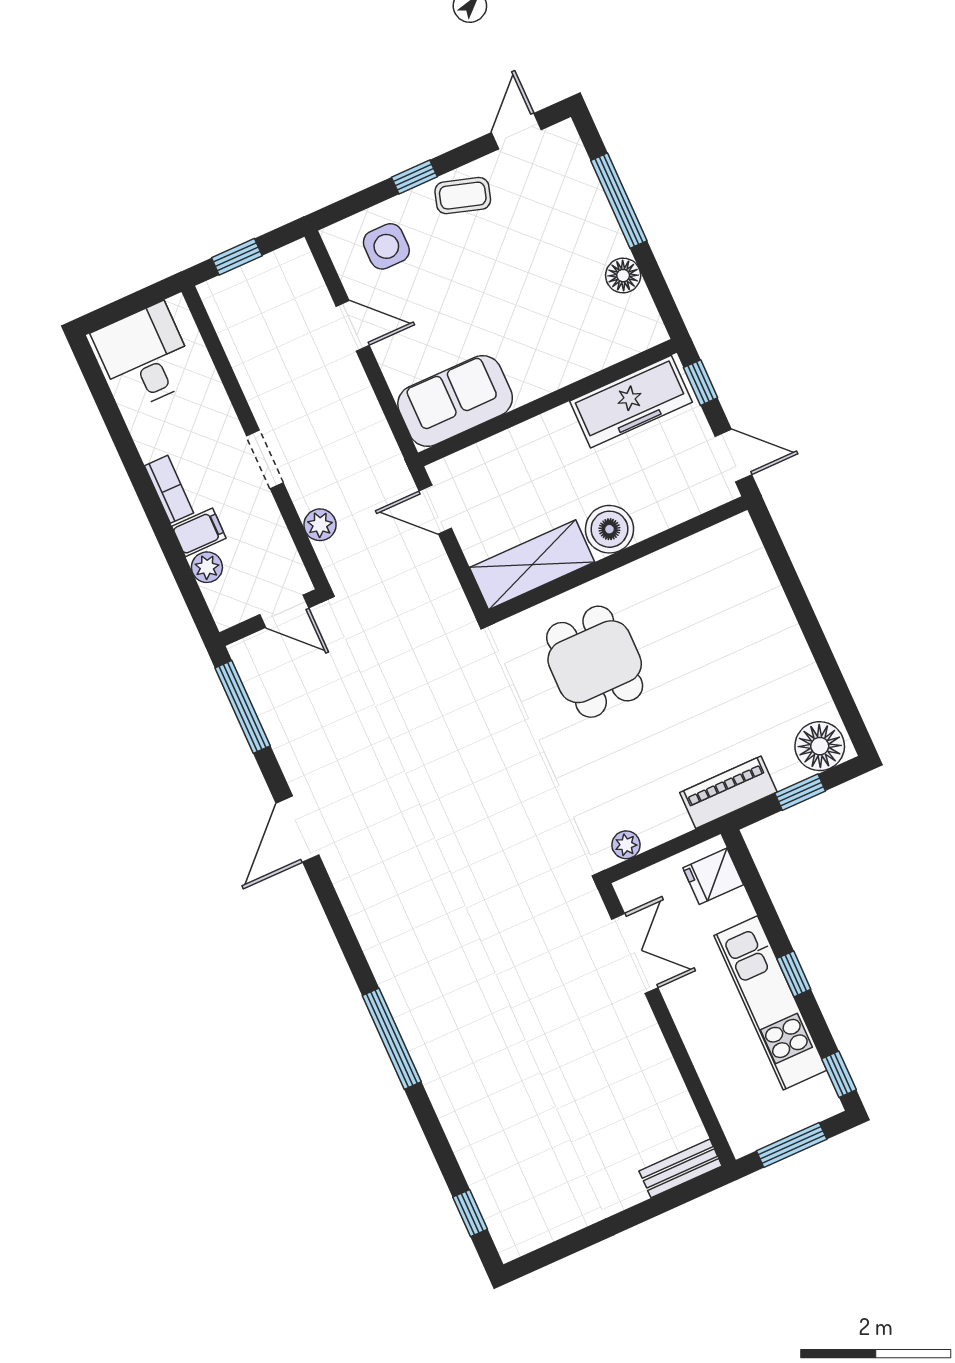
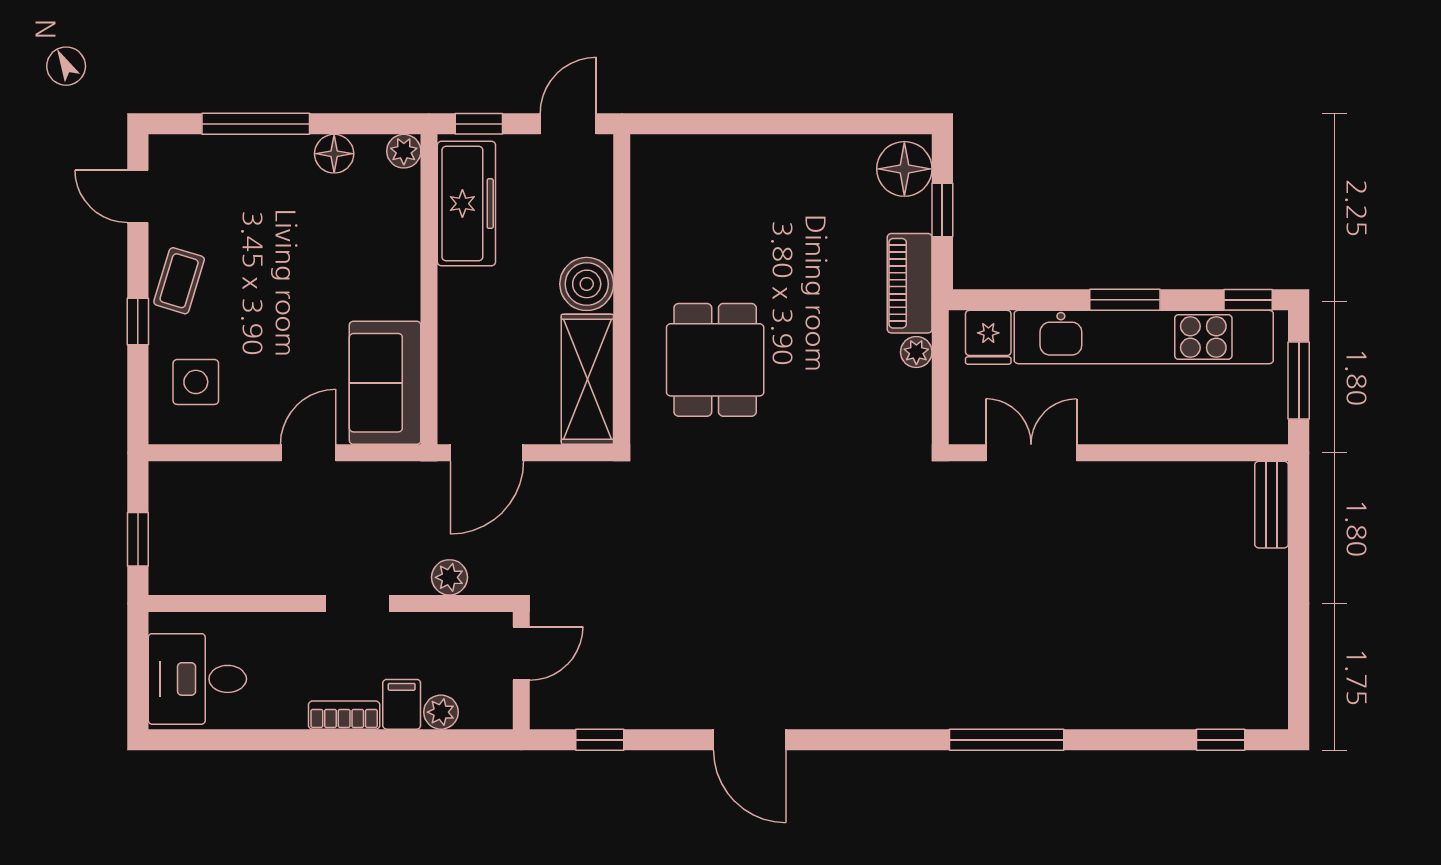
door: (353, 326) -> (308, 453), moved
plant: (651, 331) -> (404, 151), added
door: (435, 510) -> (487, 453), width x1.38
dining table: (595, 662) -> (715, 360), turned 90
window: (243, 707) -> (600, 740), width x0.46
plant: (626, 845) -> (916, 352), moved
window: (794, 974) -> (1125, 300), width x1.50
kitchen unit: (770, 1003) -> (1144, 337), width x1.36

